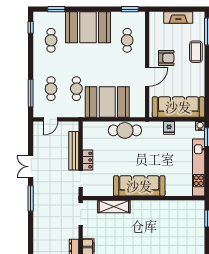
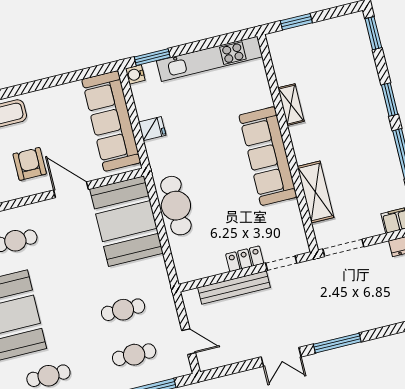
booth: (107, 102) -> (126, 221), moved
shelving: (164, 205) -> (291, 105), added

